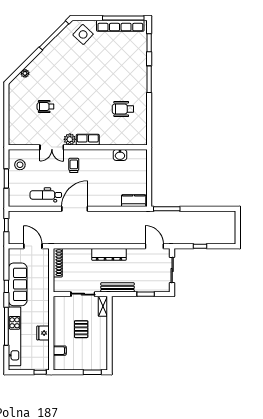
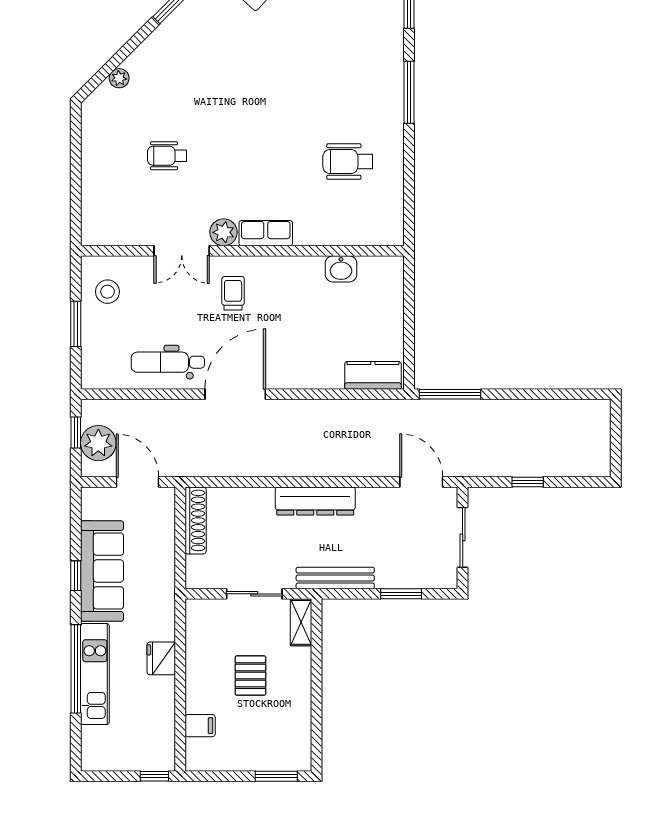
plant: (16, 230) -> (98, 443), added
fridge: (43, 333) -> (161, 658), moved
kitchen unit: (15, 336) -> (95, 674), width x0.73

